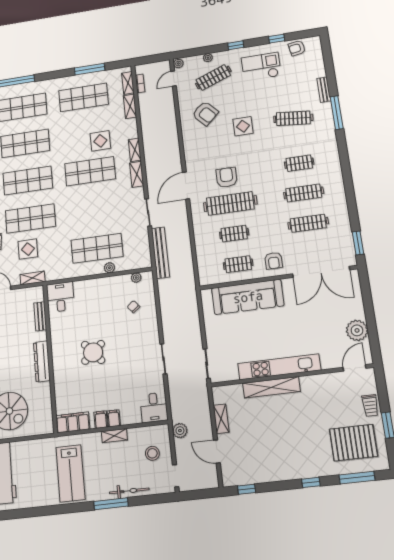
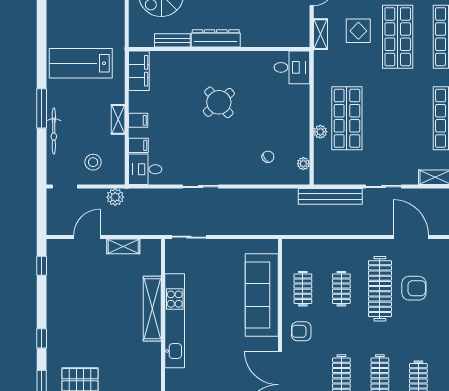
bench: (40, 316) -> (172, 40), moved
filing cabinet: (101, 420) -> (138, 145), moved

